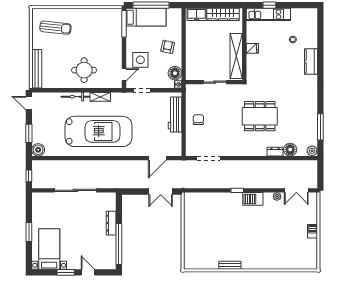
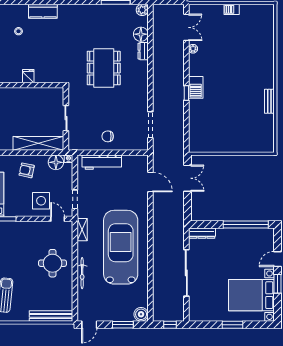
shelving: (236, 56) -> (38, 143), moved
shelving: (100, 97) -> (82, 230), moved
barbecue: (253, 199) -> (196, 87), moved
dresser: (111, 223) -> (202, 233), moved
bed with nightstands: (49, 249) -> (251, 295), width x1.36

